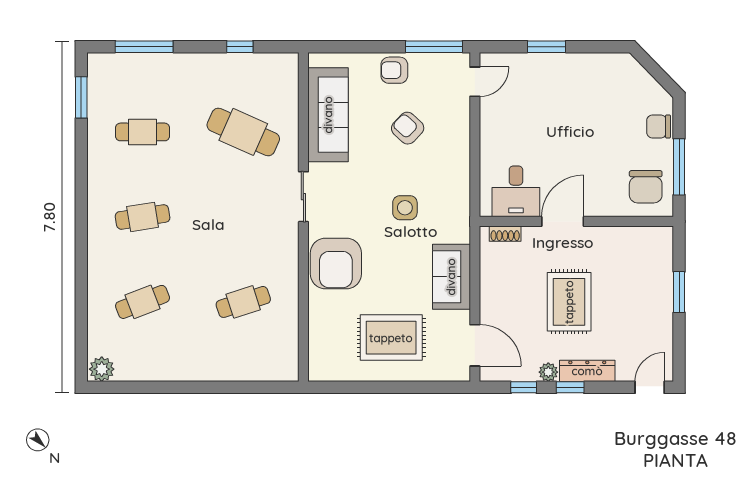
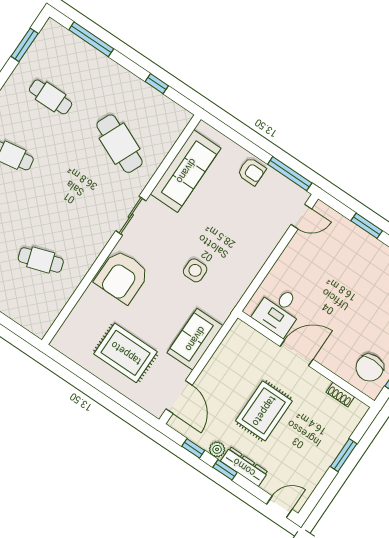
armchair: (394, 70) -> (252, 171), turned 180
armchair: (408, 128) -> (234, 217), removed
shoe rack: (505, 234) -> (340, 395), moved

